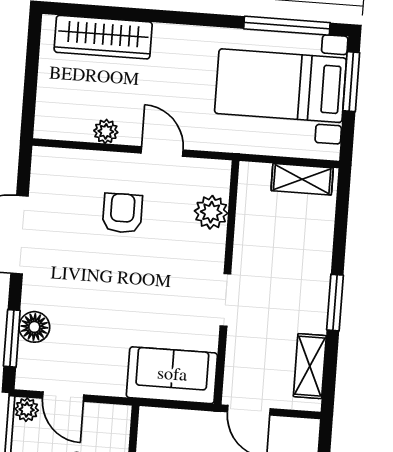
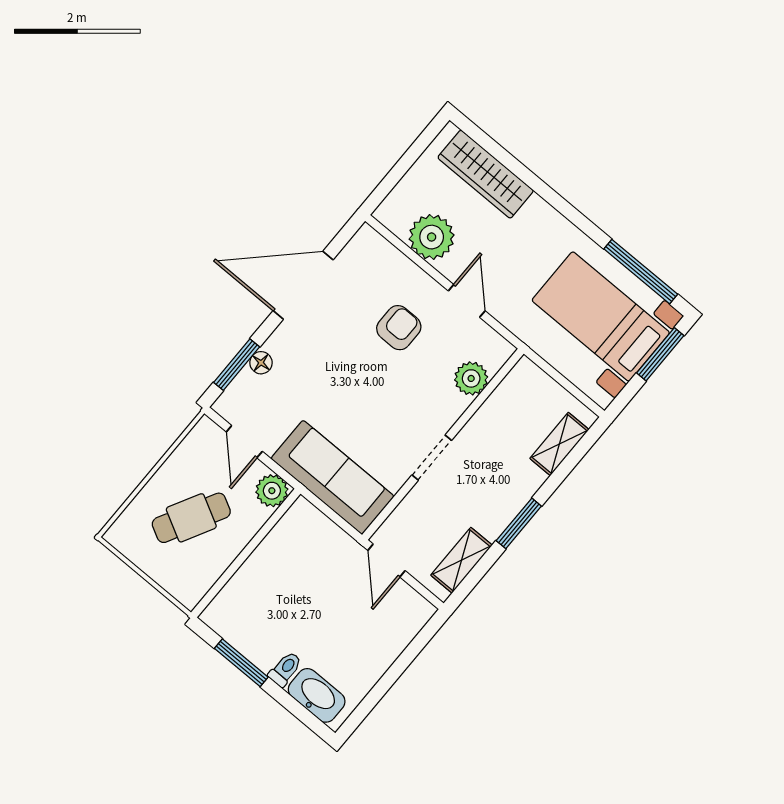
plant: (106, 131) -> (432, 237), width x1.88, depth x1.88
shelving: (302, 179) -> (559, 444), moved, turned 90
floor lamp: (34, 327) -> (261, 363), width x0.73, depth x0.73
sofa: (172, 375) -> (332, 477), width x1.36
plant: (27, 410) -> (272, 491), moved, width x1.38, depth x1.38

